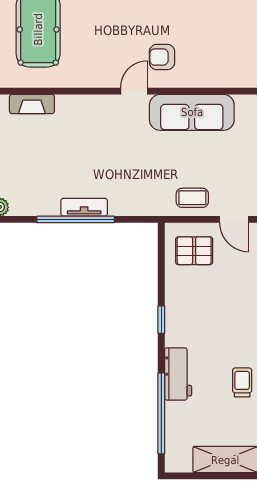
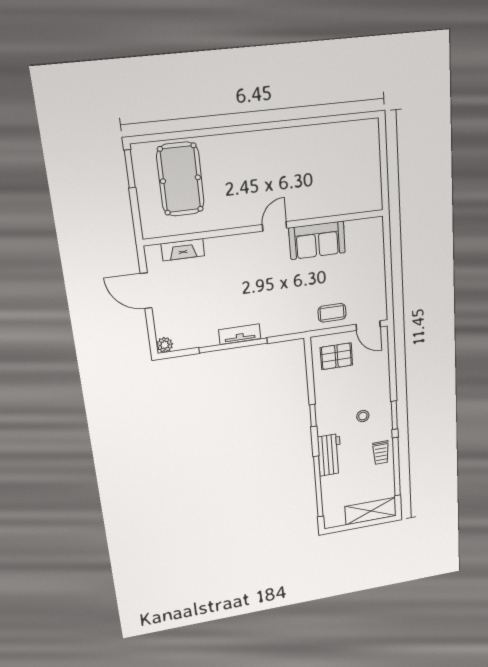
armchair: (162, 57) -> (297, 192), removed
sofa: (192, 112) -> (317, 240), width x0.73
stool: (222, 331) -> (363, 416), added
trolley: (242, 382) -> (381, 453), turned 180

